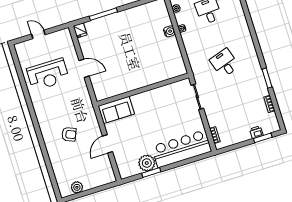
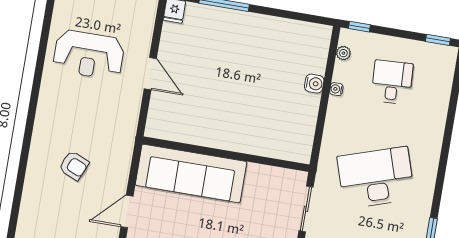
desk: (225, 63) -> (376, 178), width x1.87, depth x1.30
sofa: (116, 110) -> (191, 173), width x1.85, depth x1.27

